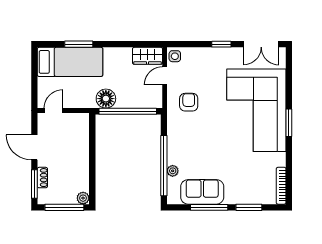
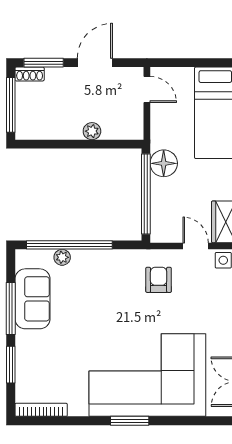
armchair: (189, 102) -> (159, 280), turned -90
shoe rack: (42, 178) -> (30, 74), moved
plant: (83, 198) -> (92, 131), moved

